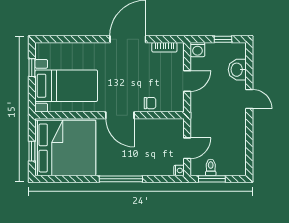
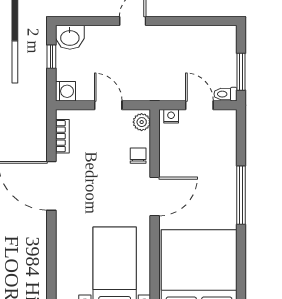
washbasin: (237, 70) -> (70, 37), moved
plant: (175, 106) -> (142, 122), added
toilet: (211, 167) -> (225, 94), moved
nightstand: (179, 170) -> (171, 116), moved

